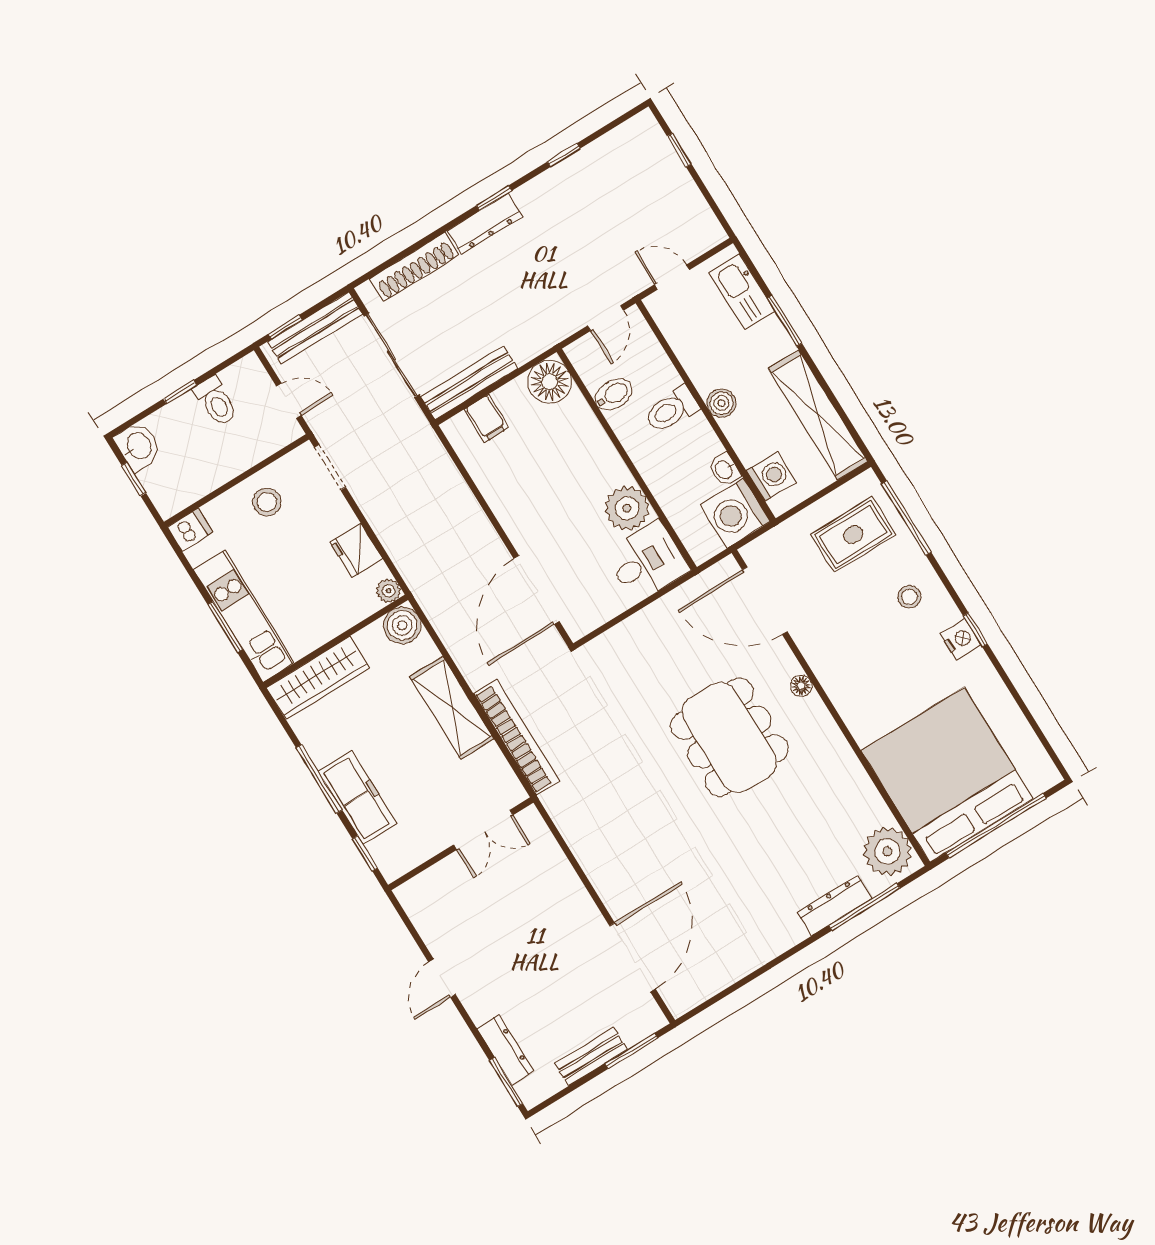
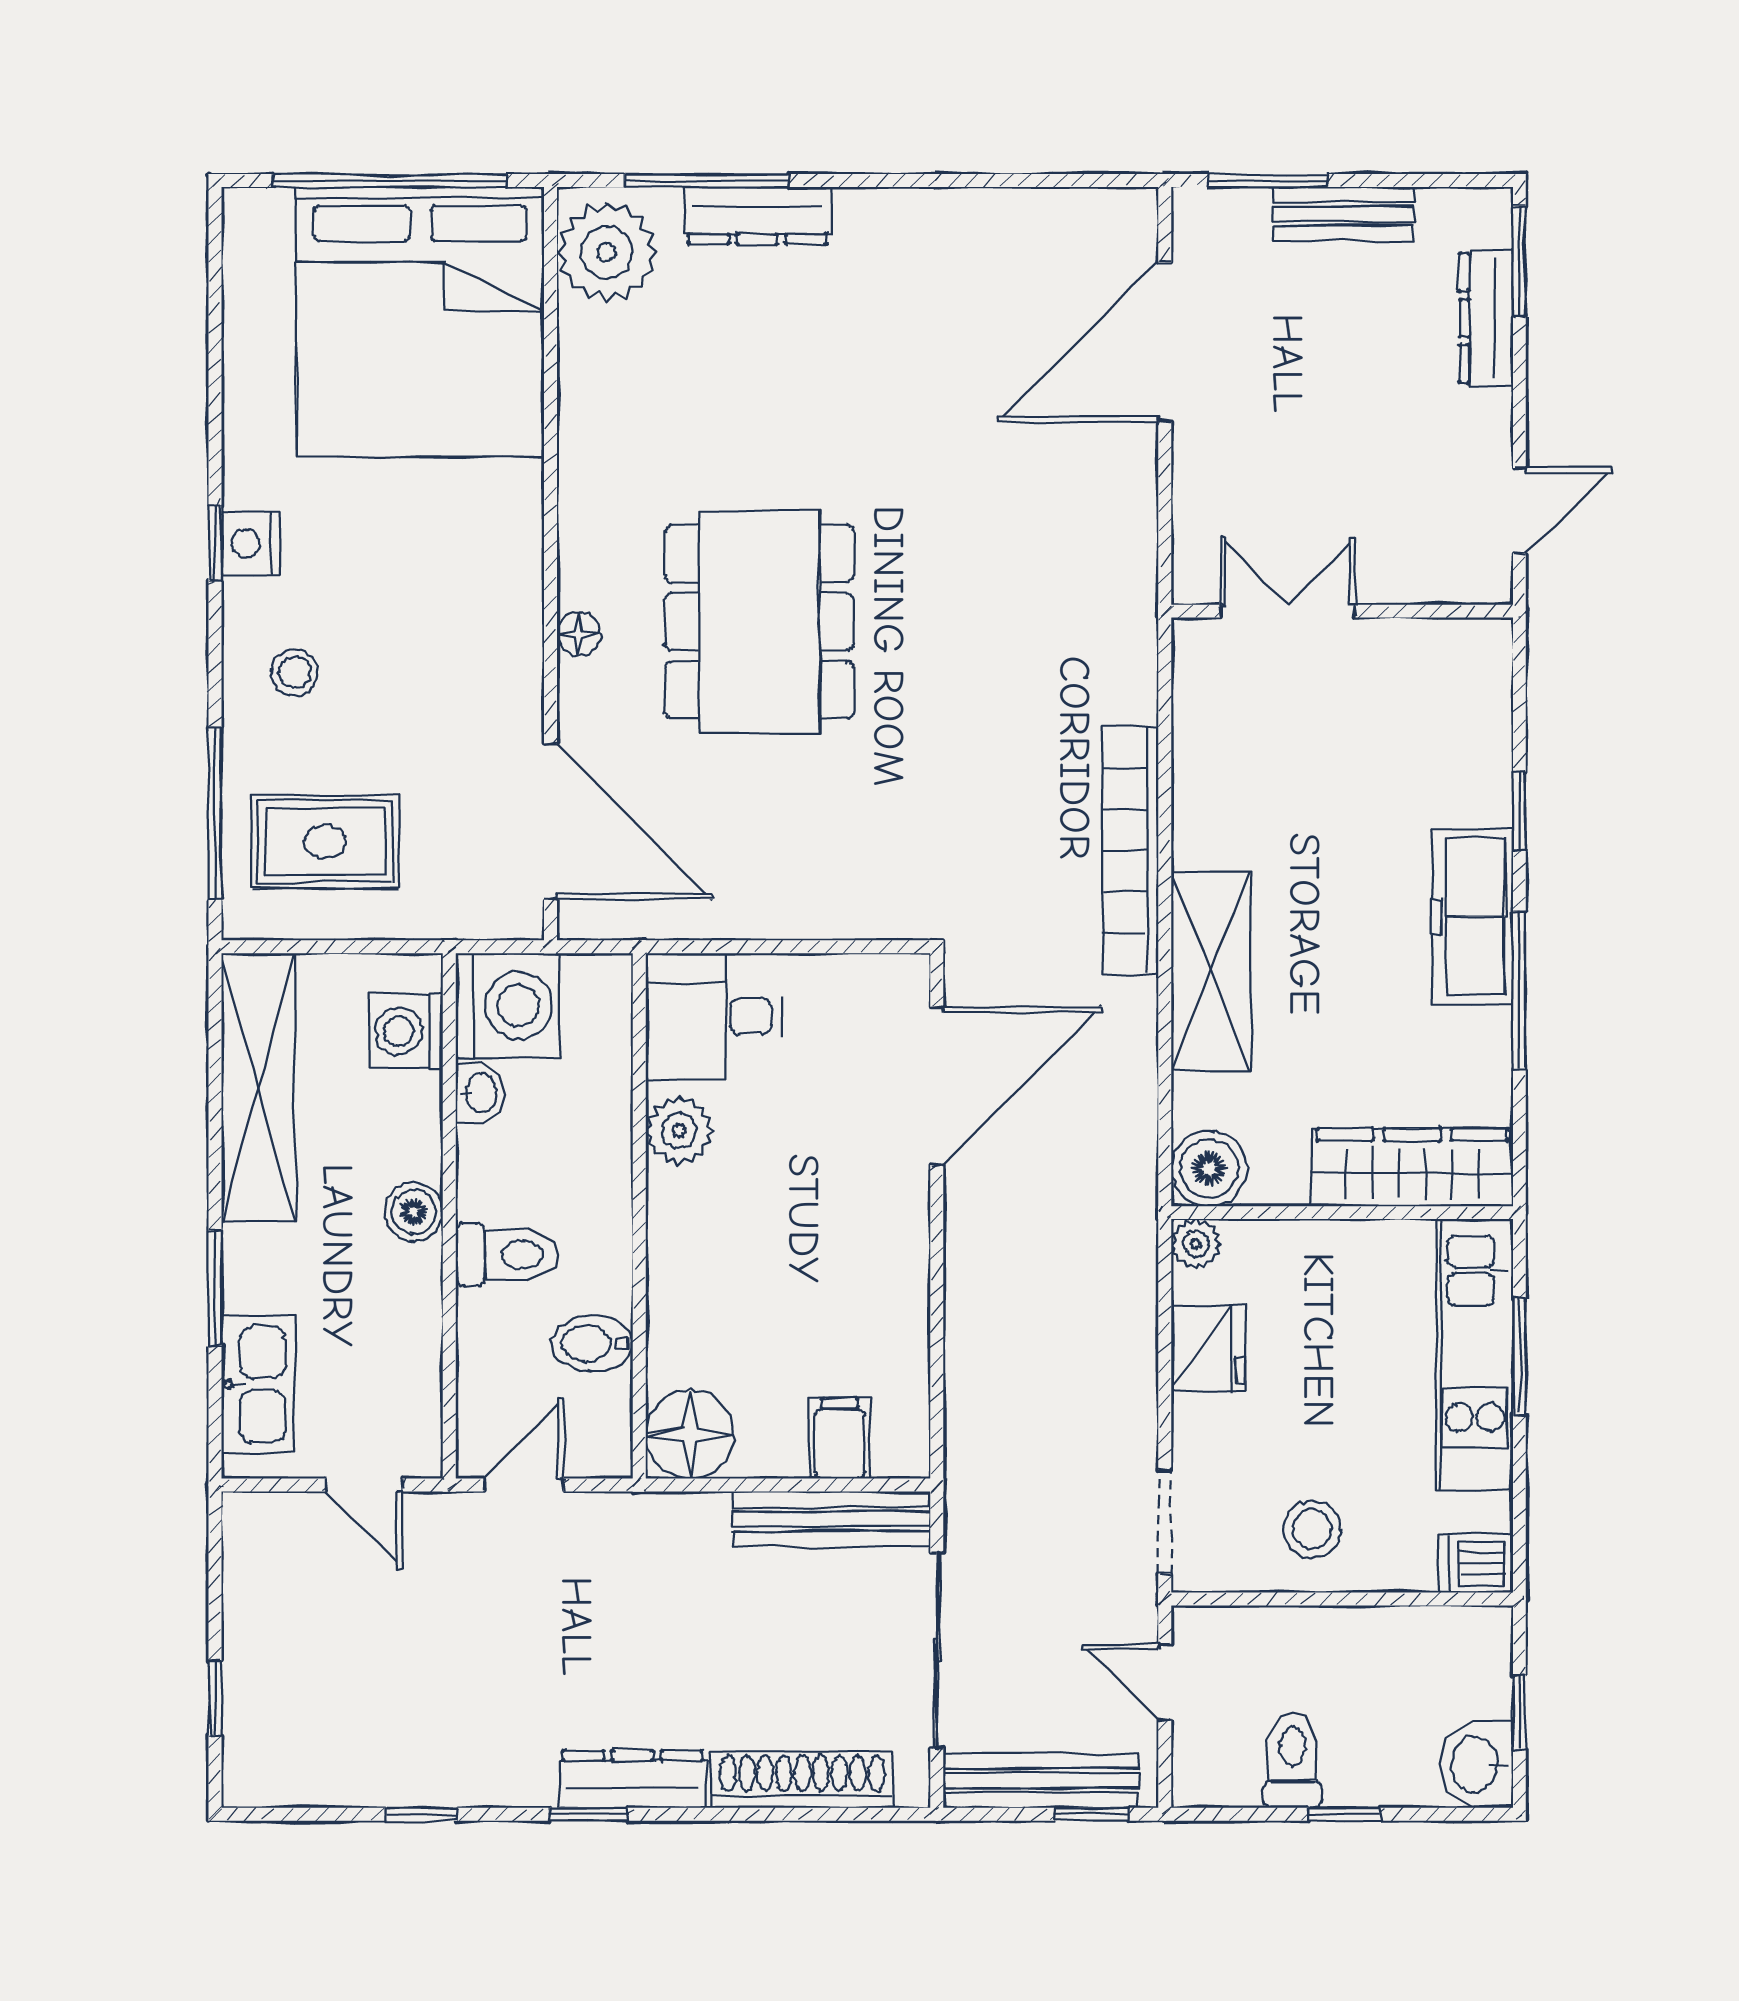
plant: (627, 508) -> (679, 1131), width x0.73, depth x0.73
double door: (483, 830) -> (1288, 611), moved
wall: (461, 844) -> (1342, 611), moved

